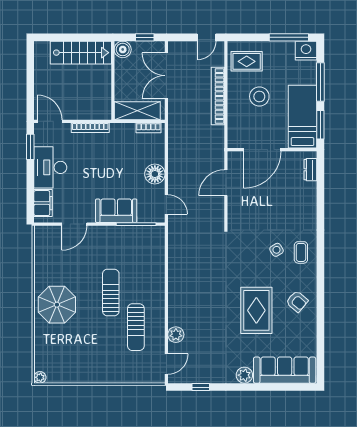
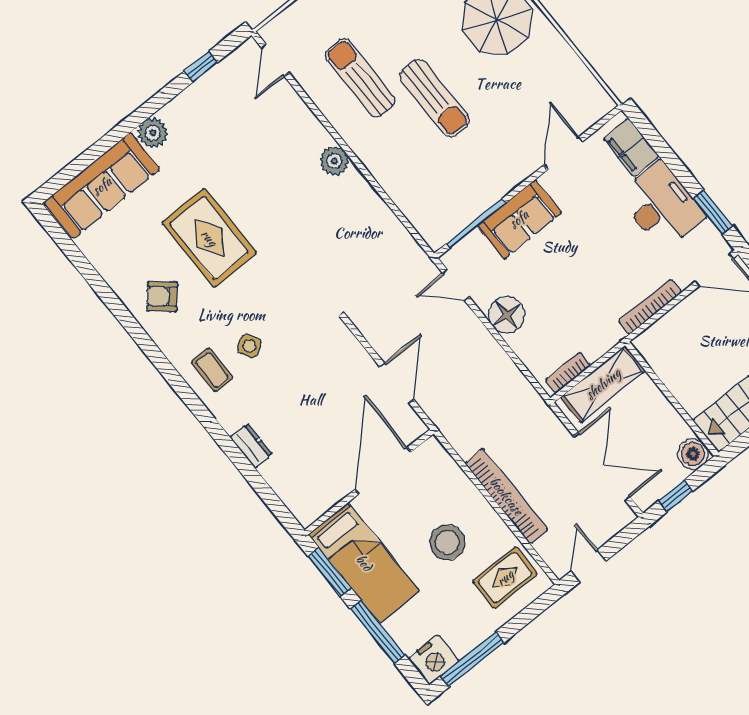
dresser: (310, 170) -> (251, 446), moved
plant: (176, 335) -> (334, 161), moved

